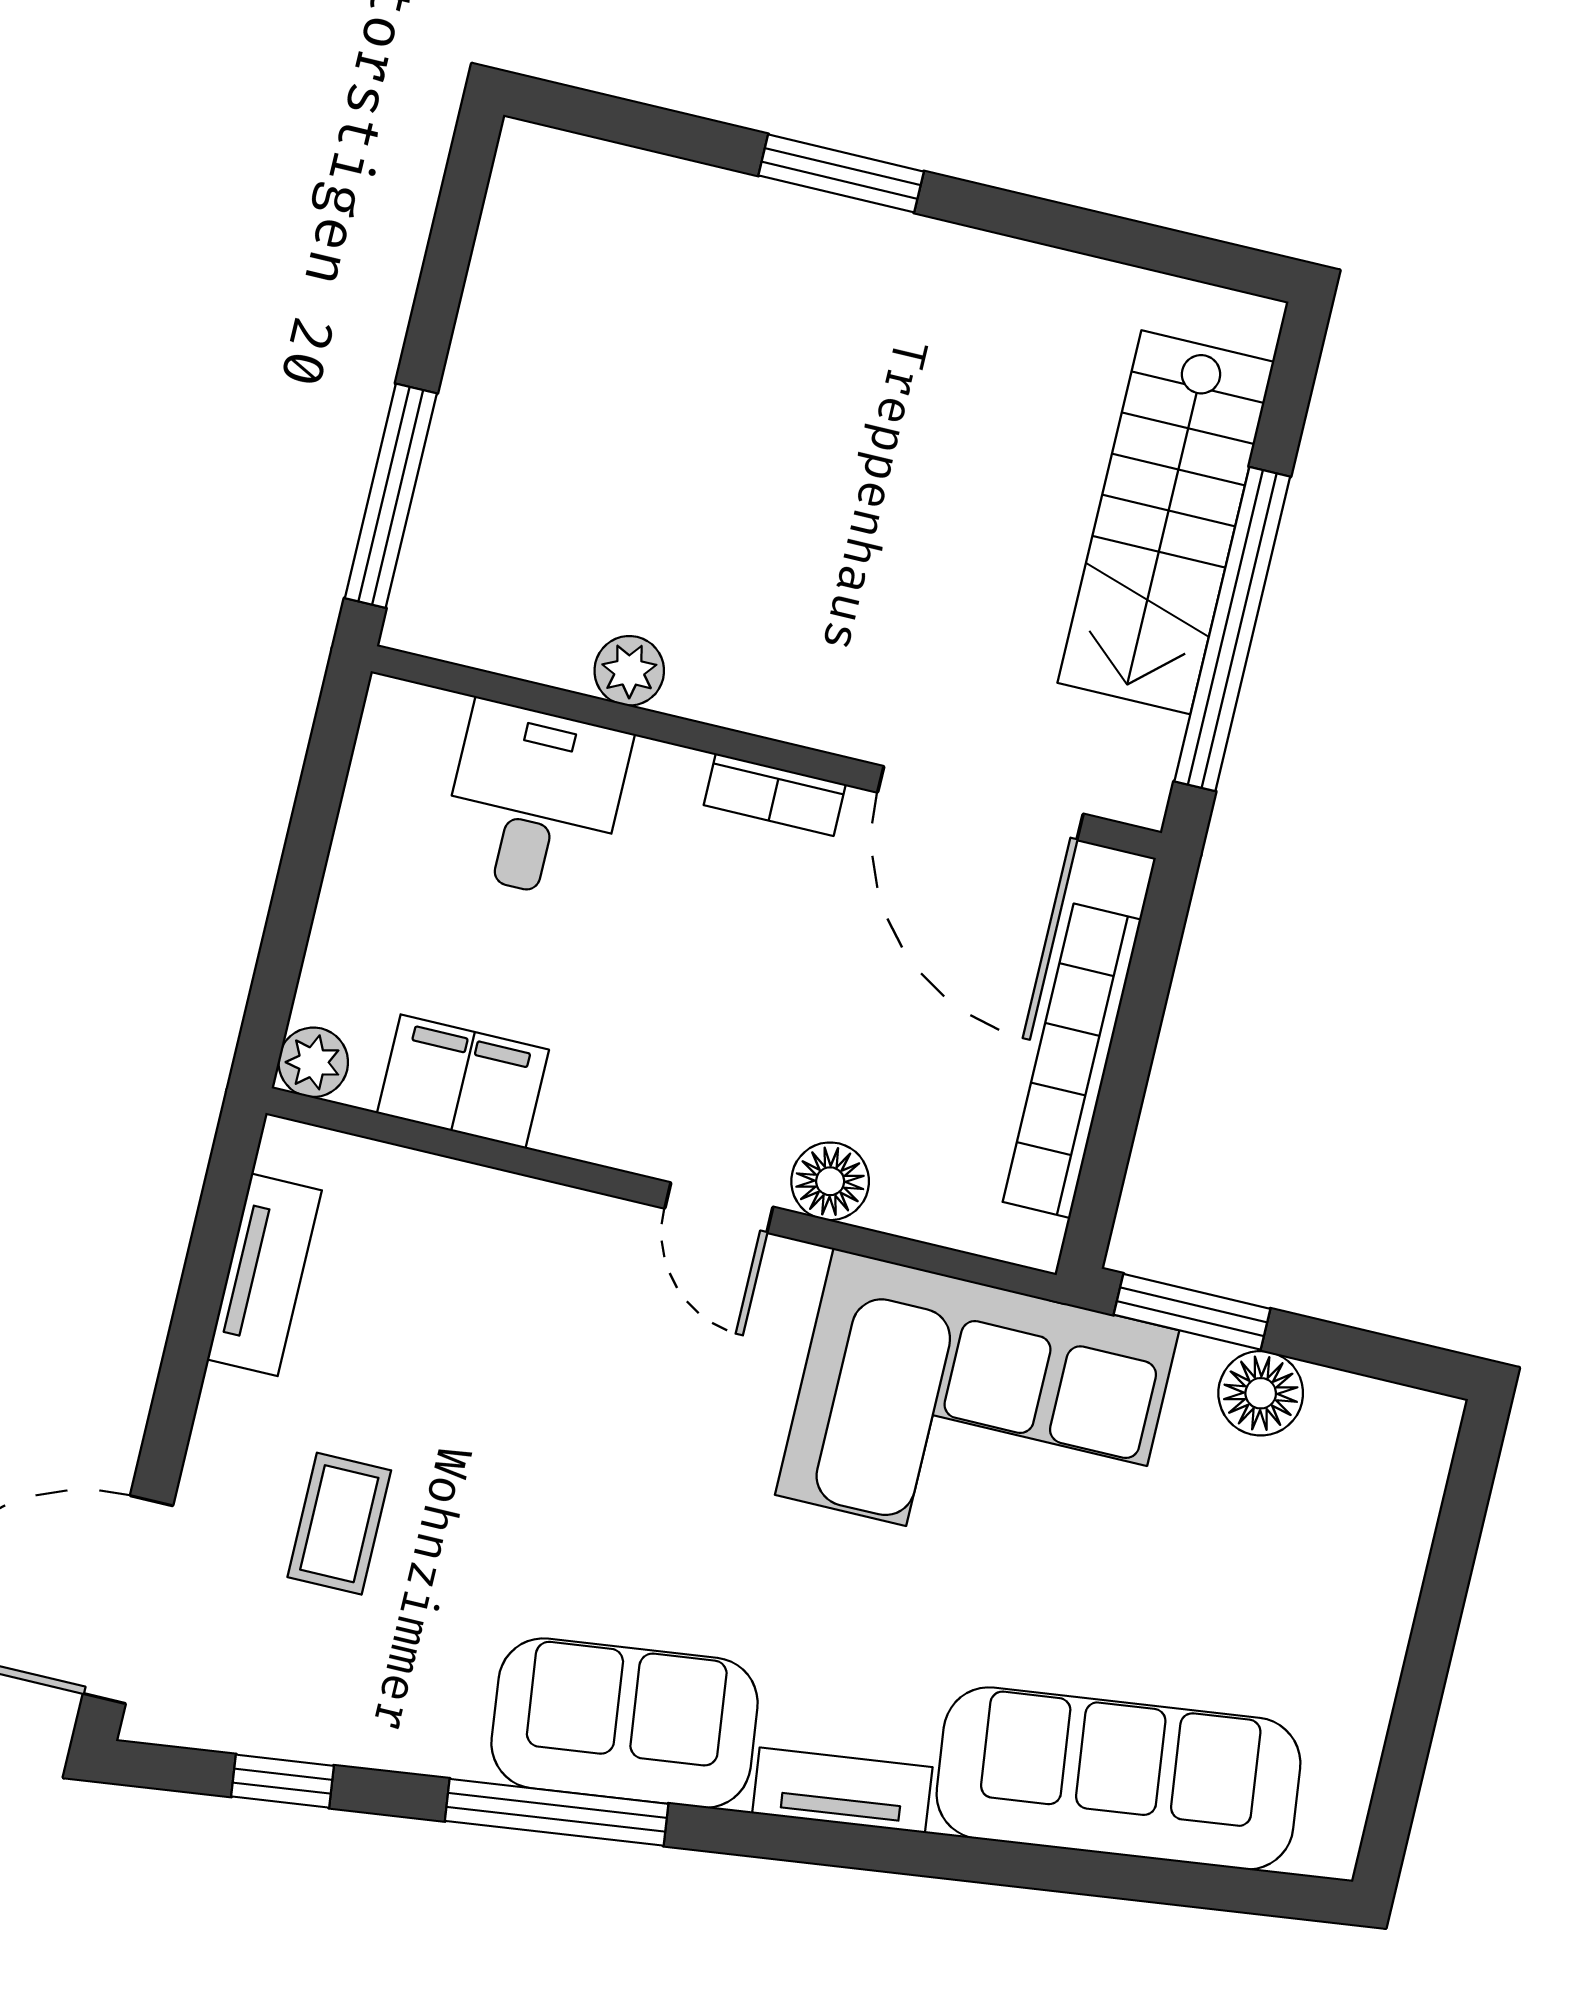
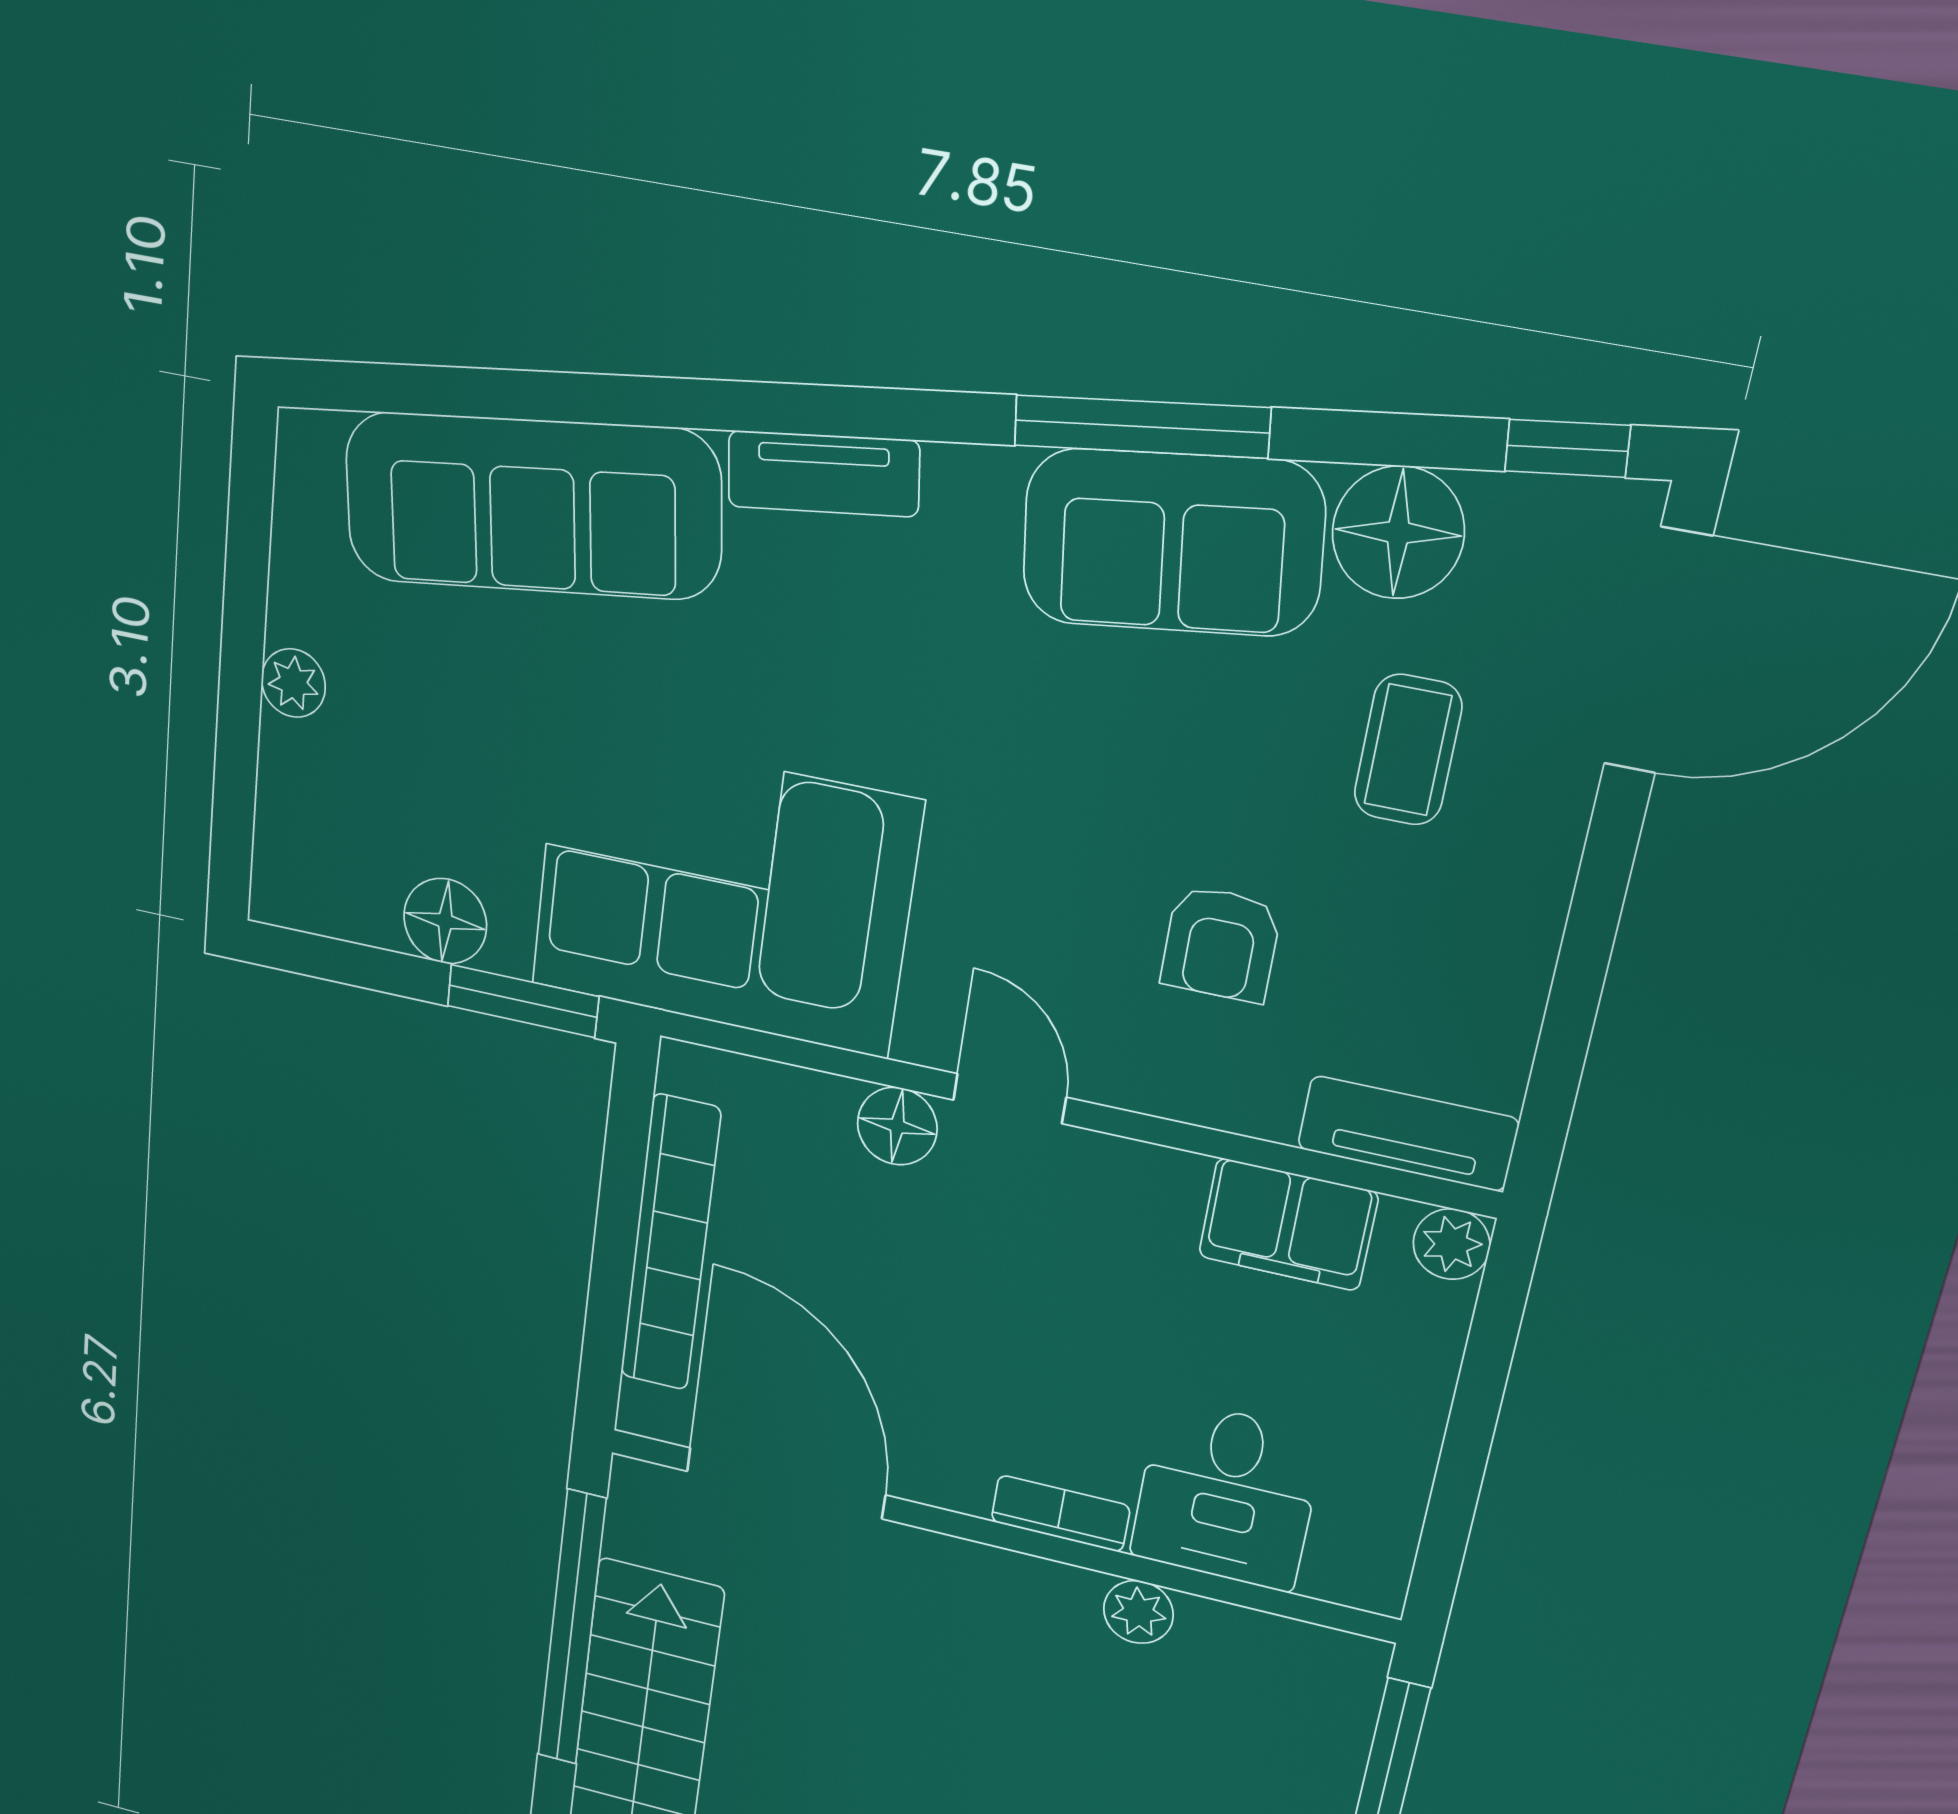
bookcase: (775, 795) -> (1060, 1514), moved
tv unit: (264, 1275) -> (1408, 1134), moved, turned 90
armchair: (512, 1353) -> (1221, 944), added
plant: (1380, 1629) -> (293, 683), added
floor lamp: (342, 1711) -> (1398, 532), added
sofa: (625, 1723) -> (1173, 543), moved
window: (283, 1781) -> (1567, 448), moved

